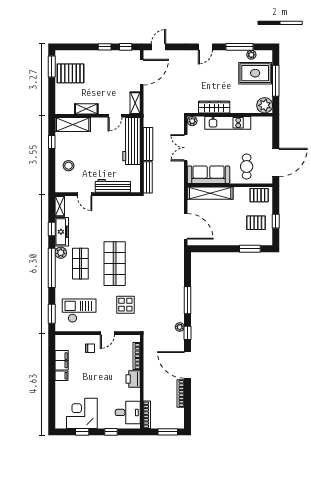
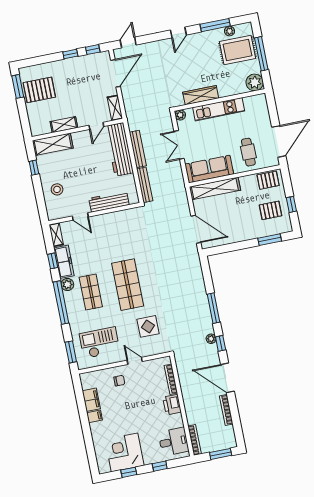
door: (107, 333) -> (135, 361), swing flipped

